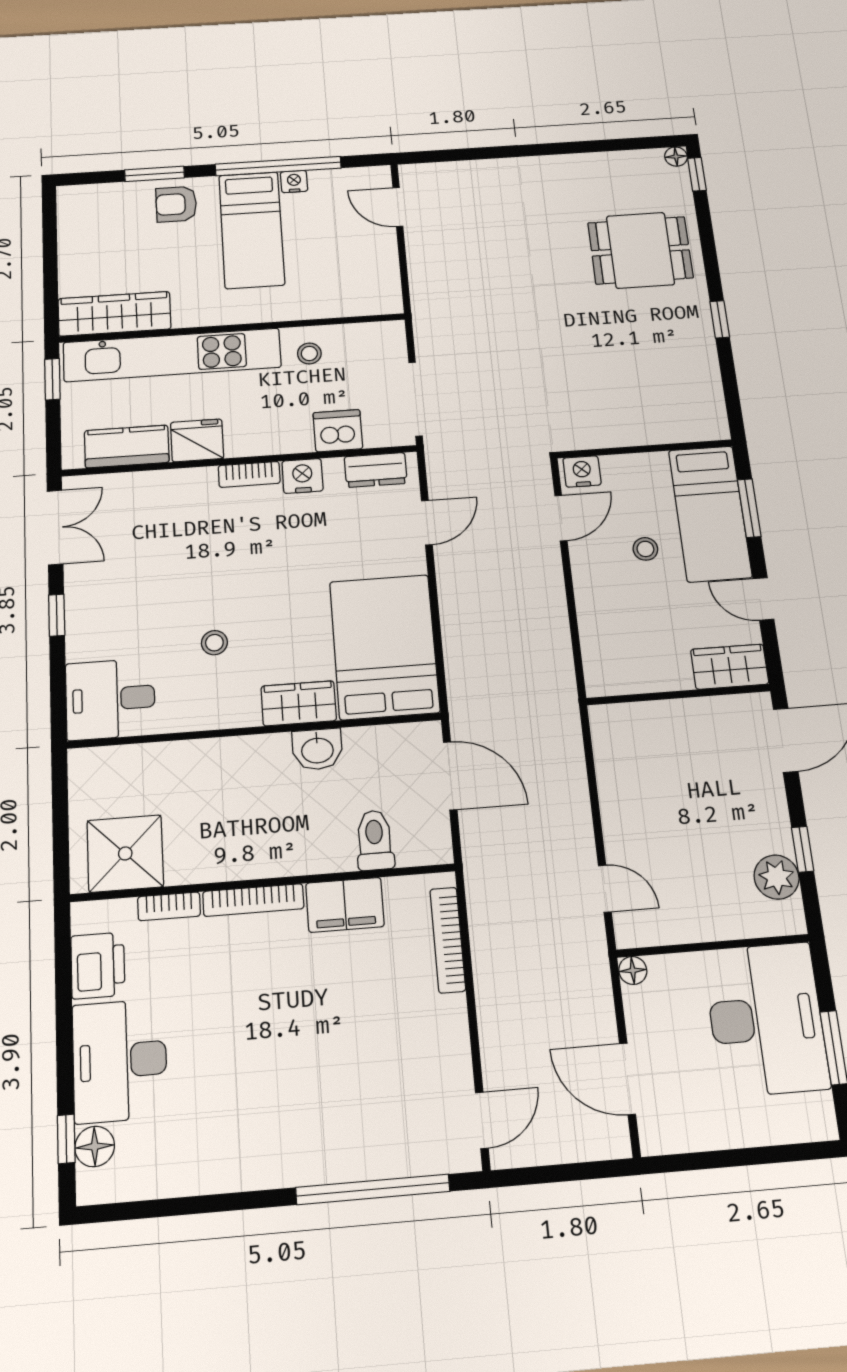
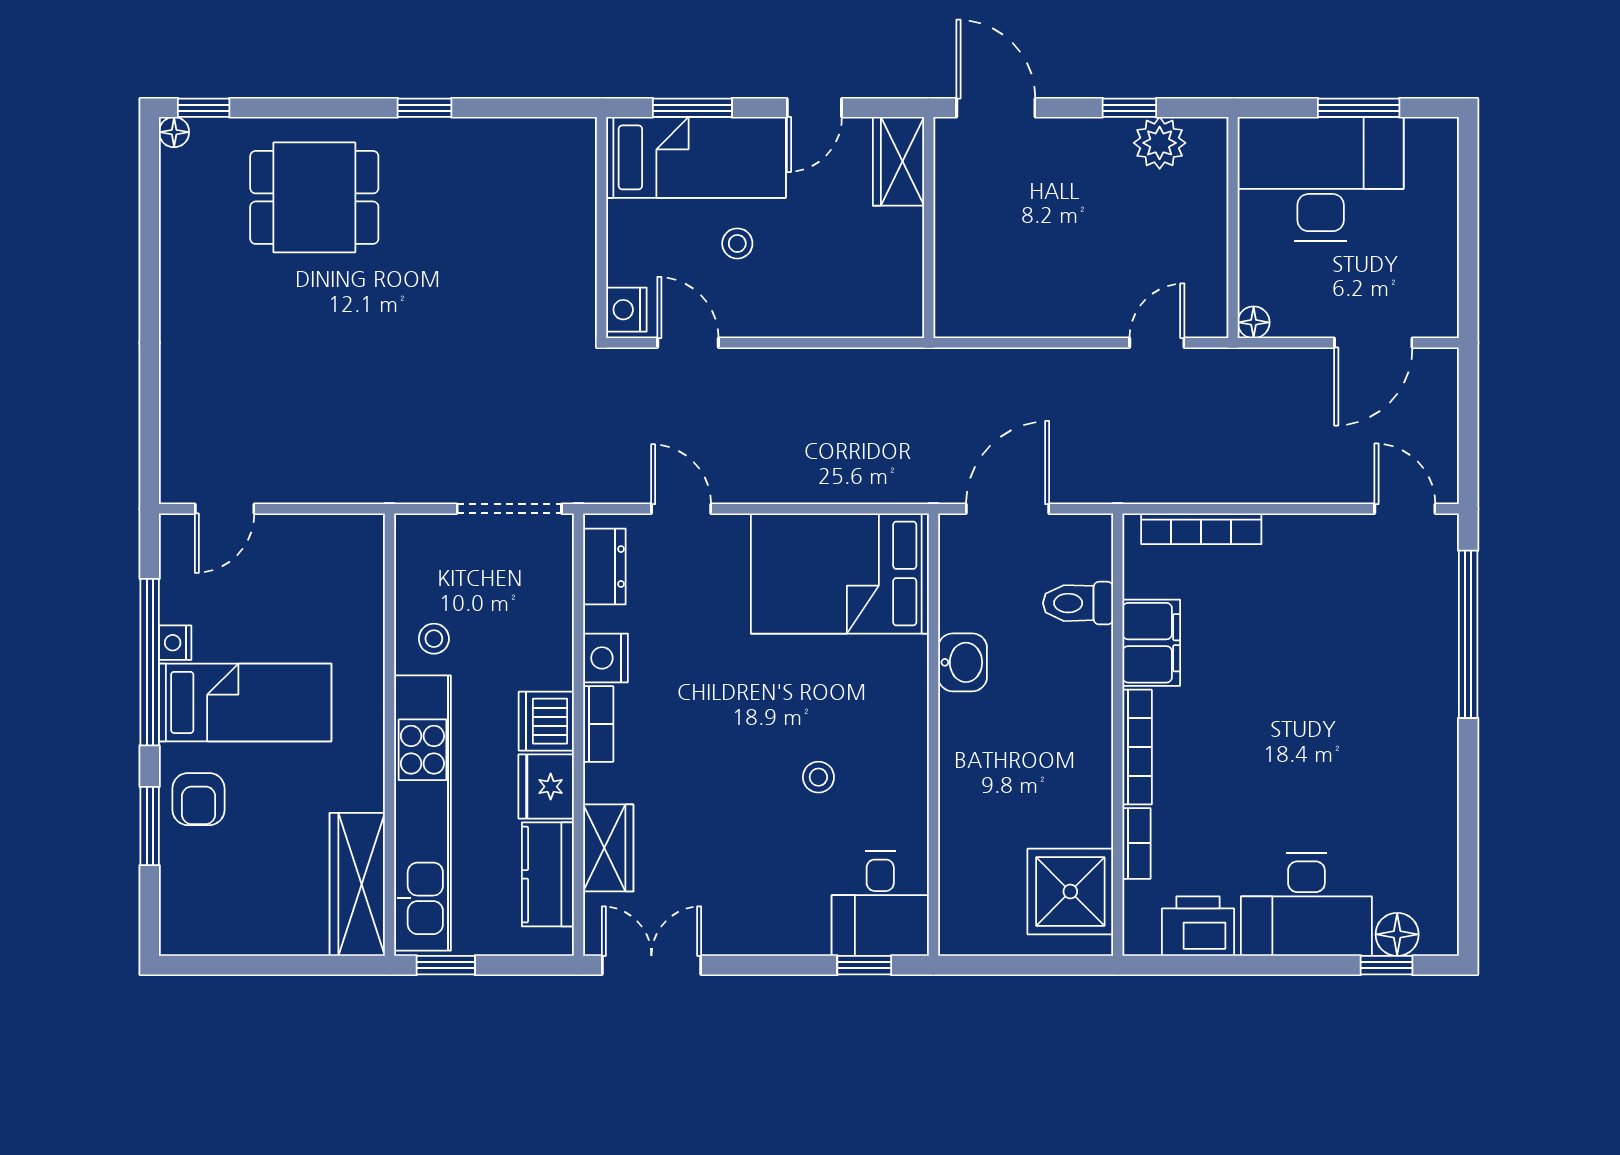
dining table: (640, 250) -> (314, 197), turned 90
dishwasher: (338, 431) -> (546, 721), moved
window: (57, 615) -> (864, 965), moved
wardrobe: (299, 703) -> (608, 848), moved, turned 180

